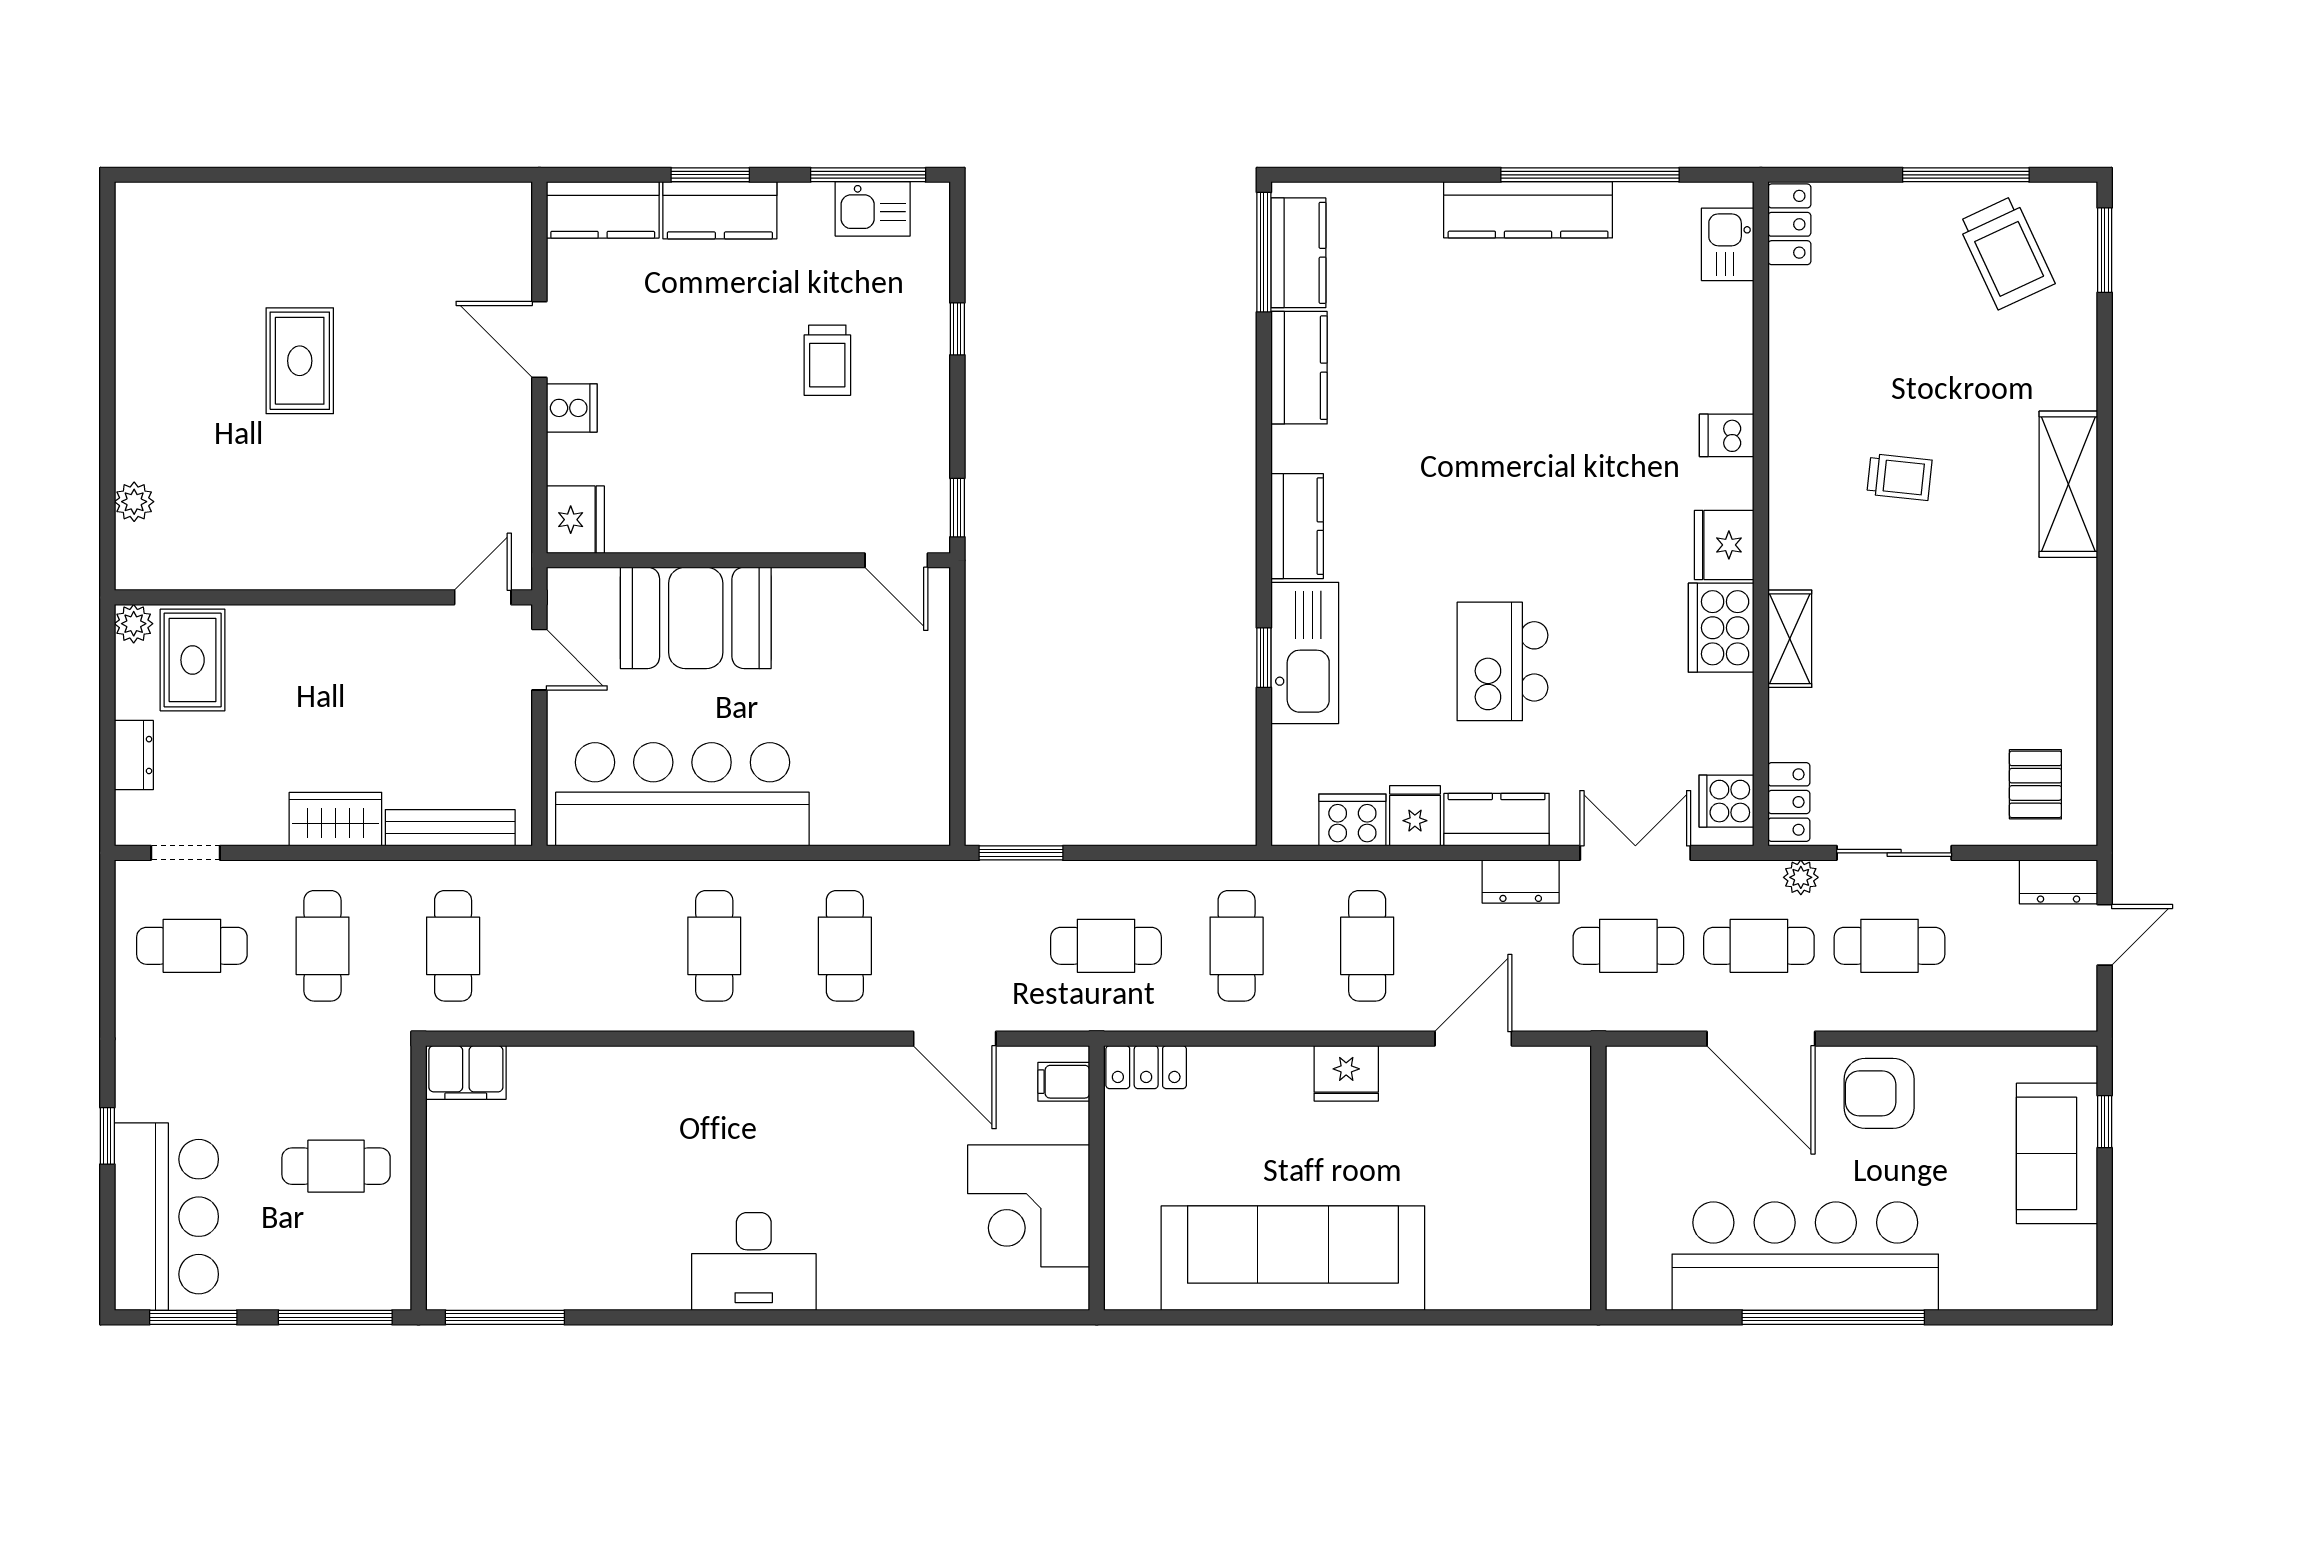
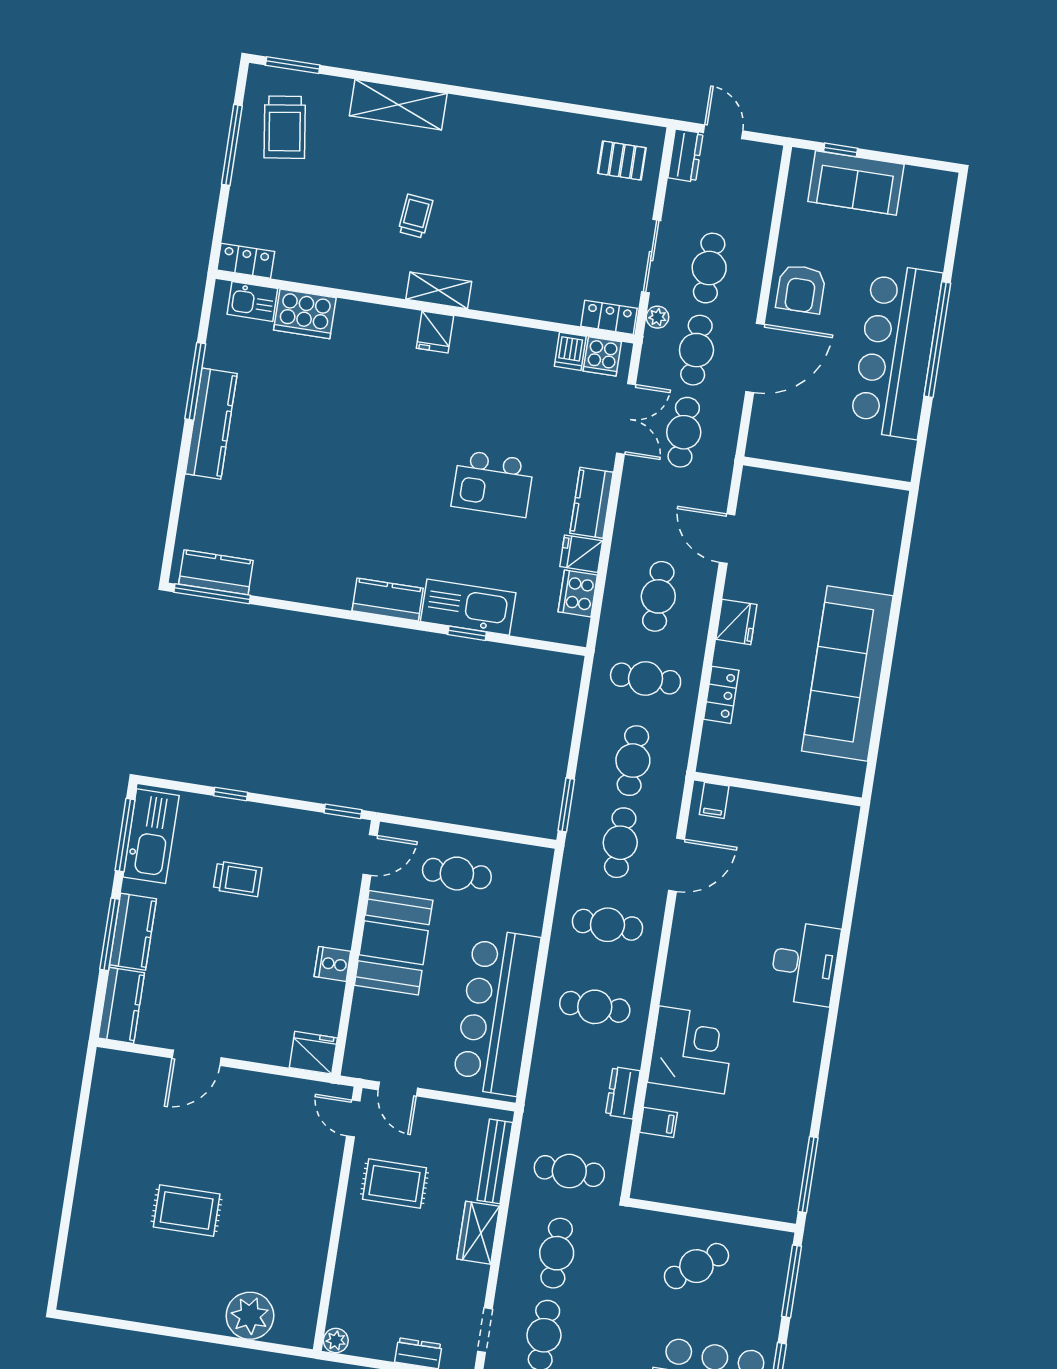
window: (710, 175) -> (110, 934), width x1.44
window: (1590, 175) -> (195, 381), width x0.68
kitchen sink: (873, 209) -> (151, 836), width x1.87, depth x1.24
trolley: (2006, 253) -> (285, 127), turned 107
kitchen counter: (1299, 368) -> (288, 583), removed
cooker: (572, 408) -> (332, 964), moved, turned -90
dishwasher: (1727, 435) -> (570, 351), moved
shelving: (2068, 484) -> (398, 105), moved
plant: (134, 502) -> (250, 1316), width x1.87, depth x1.87
fridge: (1724, 545) -> (435, 332), width x0.72
booth: (696, 618) -> (394, 943), moved
cooker: (1721, 628) -> (305, 314), moved
shelving: (1790, 639) -> (439, 290), moved
rug: (193, 660) -> (395, 1184), moved
door: (539, 660) -> (398, 1089), swing flipped
cafe table: (888, 700) -> (457, 874), added
double door: (1635, 853) -> (626, 419), swing flipped
dresser: (1521, 882) -> (623, 1093), moved, turned 180
cafe table: (322, 946) -> (557, 1253), turned 90
cafe table: (975, 946) -> (620, 843), added
cafe table: (1367, 946) -> (658, 596), turned 90
locker: (1146, 1067) -> (721, 695), moved
filing cabinet: (466, 1073) -> (658, 1122), moved, width x0.50
cafe table: (336, 1166) -> (696, 1266), turned 53
corner desk: (1029, 1206) -> (692, 1050), moved, turned -90
desk: (754, 1262) -> (805, 963), moved

